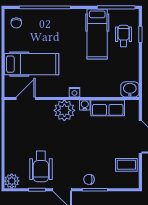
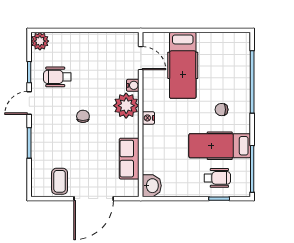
chair: (16, 23) -> (221, 110), moved
water cooler: (85, 105) -> (133, 85), moved
wheelchair: (41, 167) -> (57, 77), width x0.73, depth x0.73
chair: (89, 179) -> (83, 116), moved

